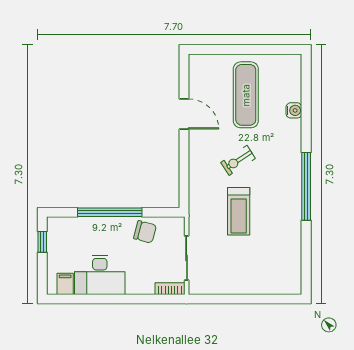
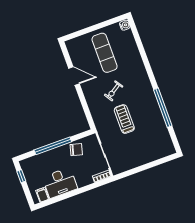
water cooler: (294, 110) -> (125, 25), moved
window: (306, 186) -> (163, 108), moved
treadmill: (239, 211) -> (124, 119), turned 180

